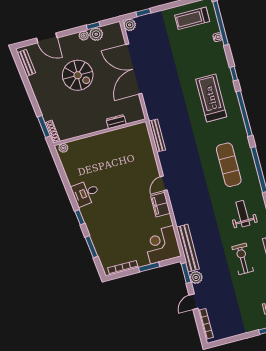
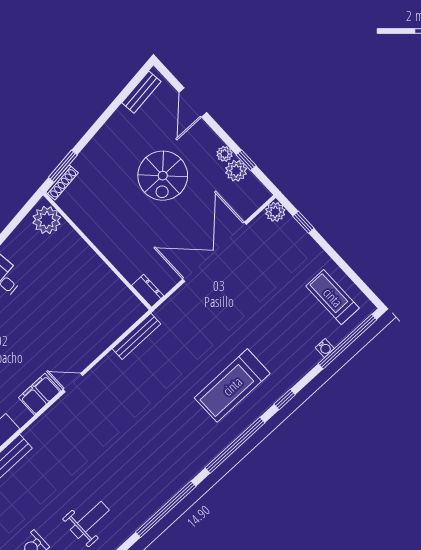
treadmill: (211, 98) -> (232, 386), turned 180
dresser: (116, 122) -> (148, 291), moved
plant: (63, 148) -> (47, 220), width x1.88, depth x1.88
exercise mat: (229, 165) -> (149, 462), removed

